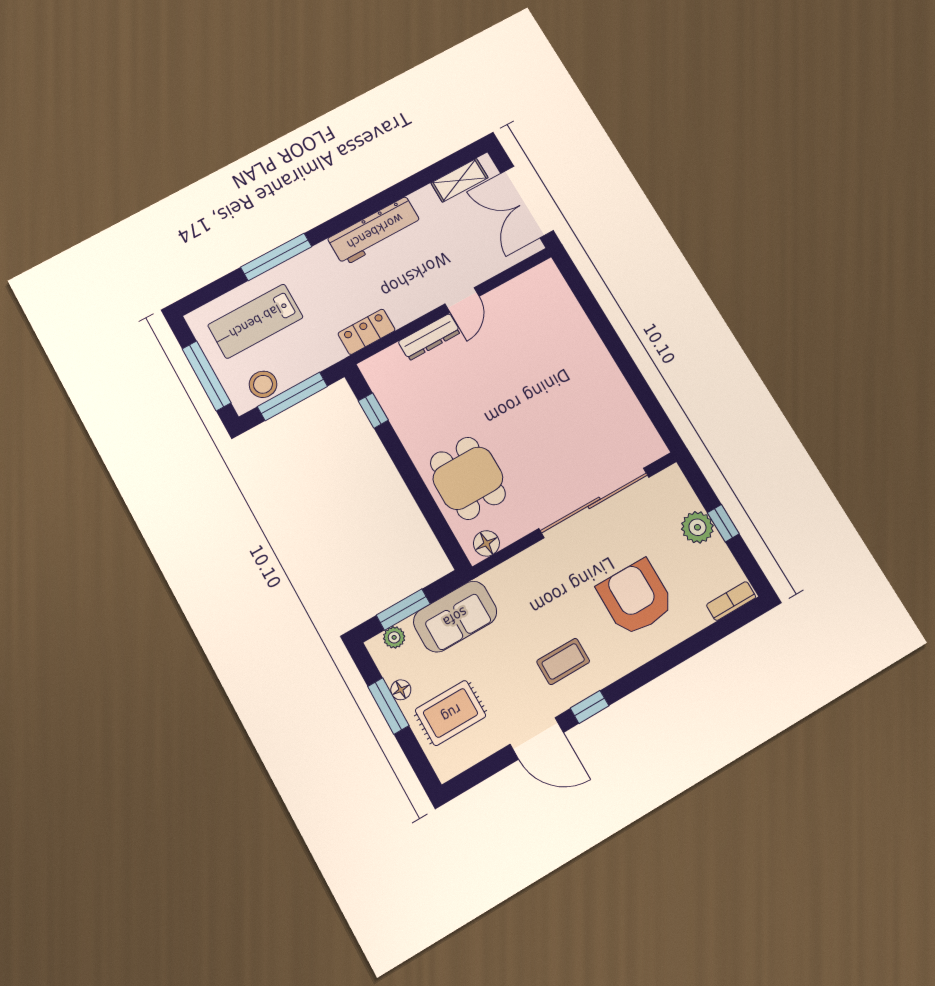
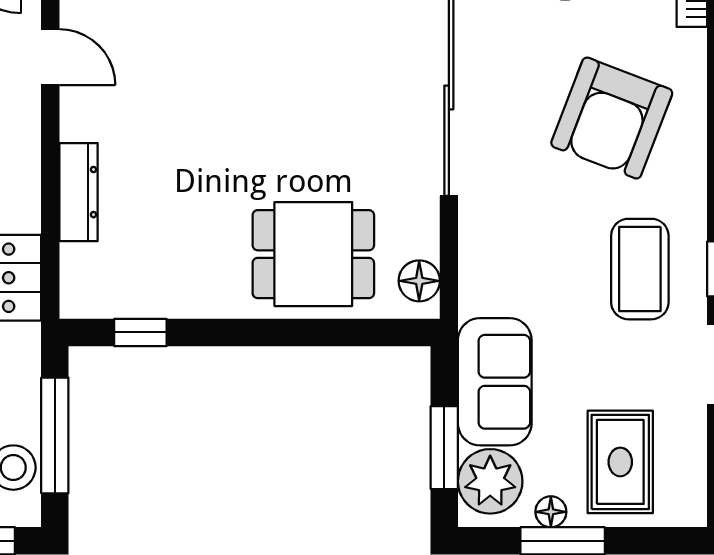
door: (462, 300) -> (50, 57), moved
armchair: (636, 598) -> (612, 118), turned -69
plant: (394, 637) -> (490, 481), width x1.88, depth x1.88
coffee table: (563, 661) -> (640, 269), width x1.36, depth x1.30

